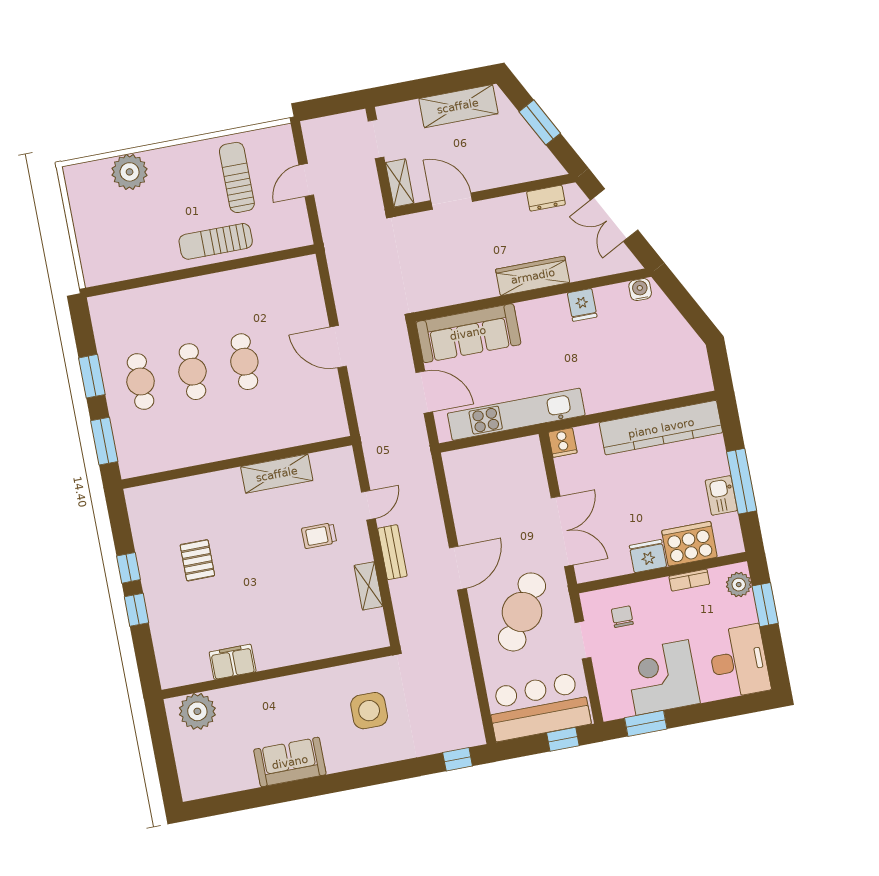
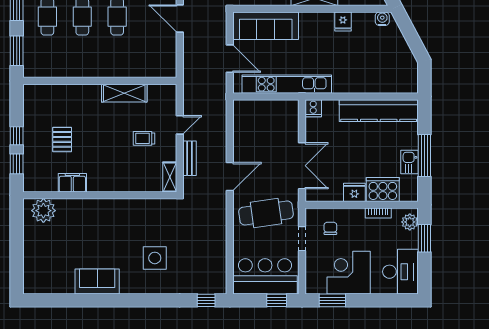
cafe table: (522, 612) -> (266, 213), turned 51
filing cabinet: (233, 662) -> (72, 183), moved
wall: (277, 673) -> (100, 195), moved
plant: (197, 711) -> (43, 211), moved

